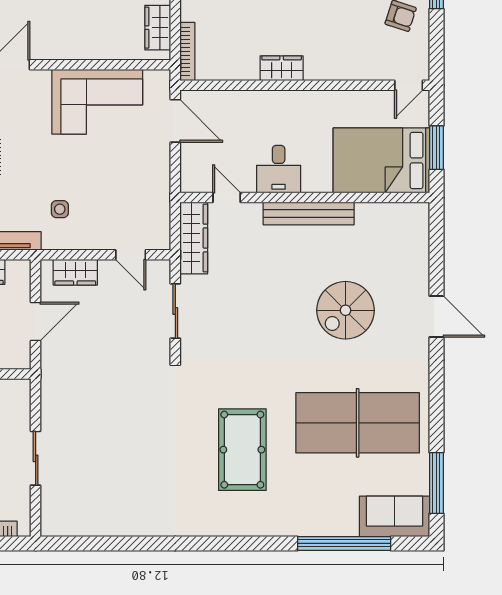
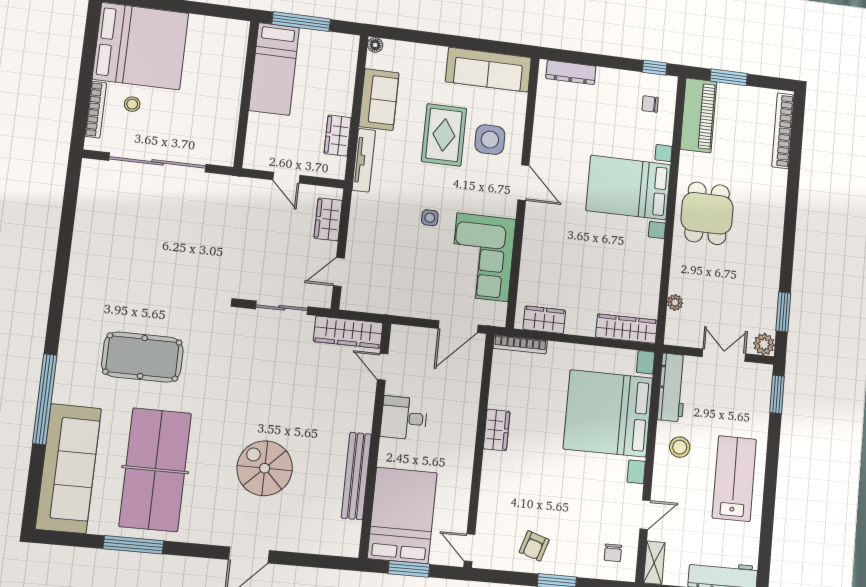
door: (227, 198) -> (383, 367), swing flipped
side table: (60, 209) -> (430, 218), moved
bench: (309, 213) -> (356, 476), moved
door: (36, 322) -> (286, 178), width x0.73
sliding door: (36, 458) -> (158, 162), width x1.86
window: (436, 483) -> (133, 545), moved
sofa: (394, 516) -> (68, 469), width x1.85, depth x1.27
window: (344, 543) -> (45, 399), moved

